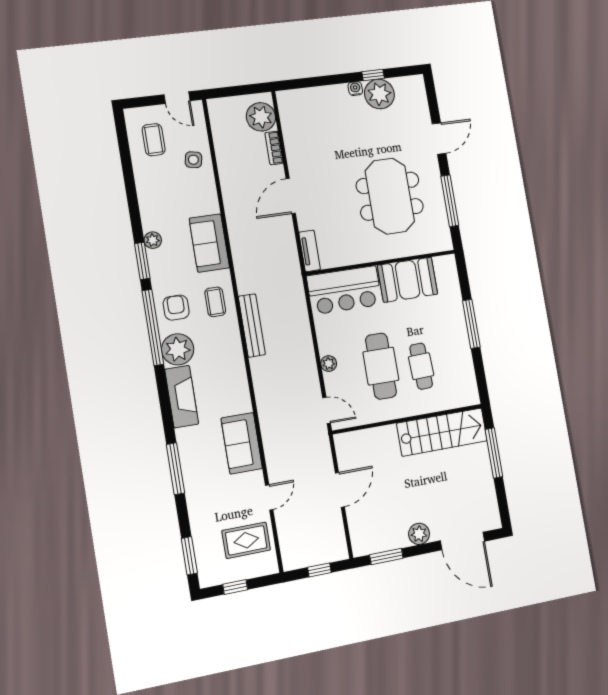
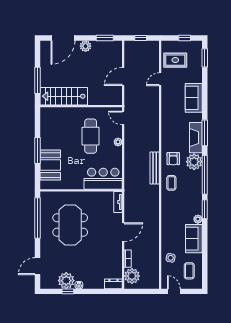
dresser: (293, 98) -> (113, 284), added
door: (439, 139) -> (38, 266), moved
window: (450, 201) -> (38, 218), width x1.46
sofa: (209, 243) -> (194, 239), moved, turned 180
booth: (408, 280) -> (50, 165), moved, turned 90
armchair: (176, 308) -> (173, 159), moved
cafe table: (421, 366) -> (69, 133), removed
sofa: (242, 443) -> (194, 98), moved, turned 180
window: (175, 469) -> (205, 133), moved
door: (462, 541) -> (63, 38), swing flipped

